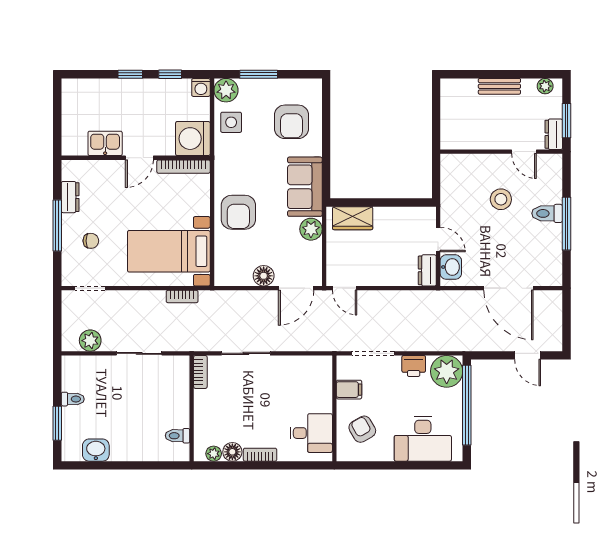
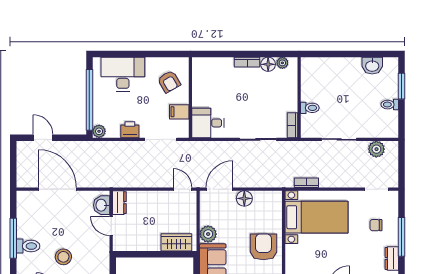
plant: (447, 371) -> (99, 131), width x0.53, depth x0.53
desk: (311, 433) -> (208, 123), moved
toilet: (178, 436) -> (310, 108), moved

